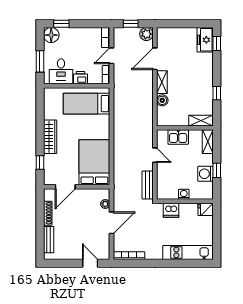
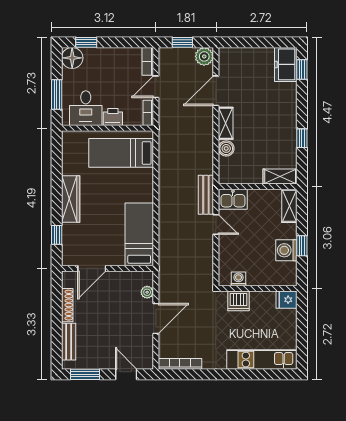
kitchen sink: (178, 137) -> (233, 199), moved
bed: (94, 162) -> (139, 234), width x0.67
bench: (148, 185) -> (206, 195), moved
washing machine: (184, 194) -> (239, 279), moved
window: (60, 263) -> (85, 374), added

